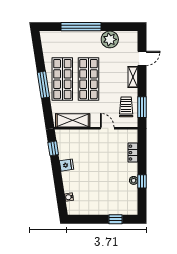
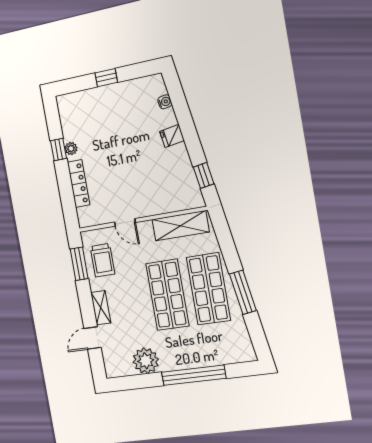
window: (43, 85) -> (243, 292), moved
locker: (133, 153) -> (78, 184), width x1.53
fridge: (67, 165) -> (172, 136), moved
window: (116, 219) -> (106, 78), moved

